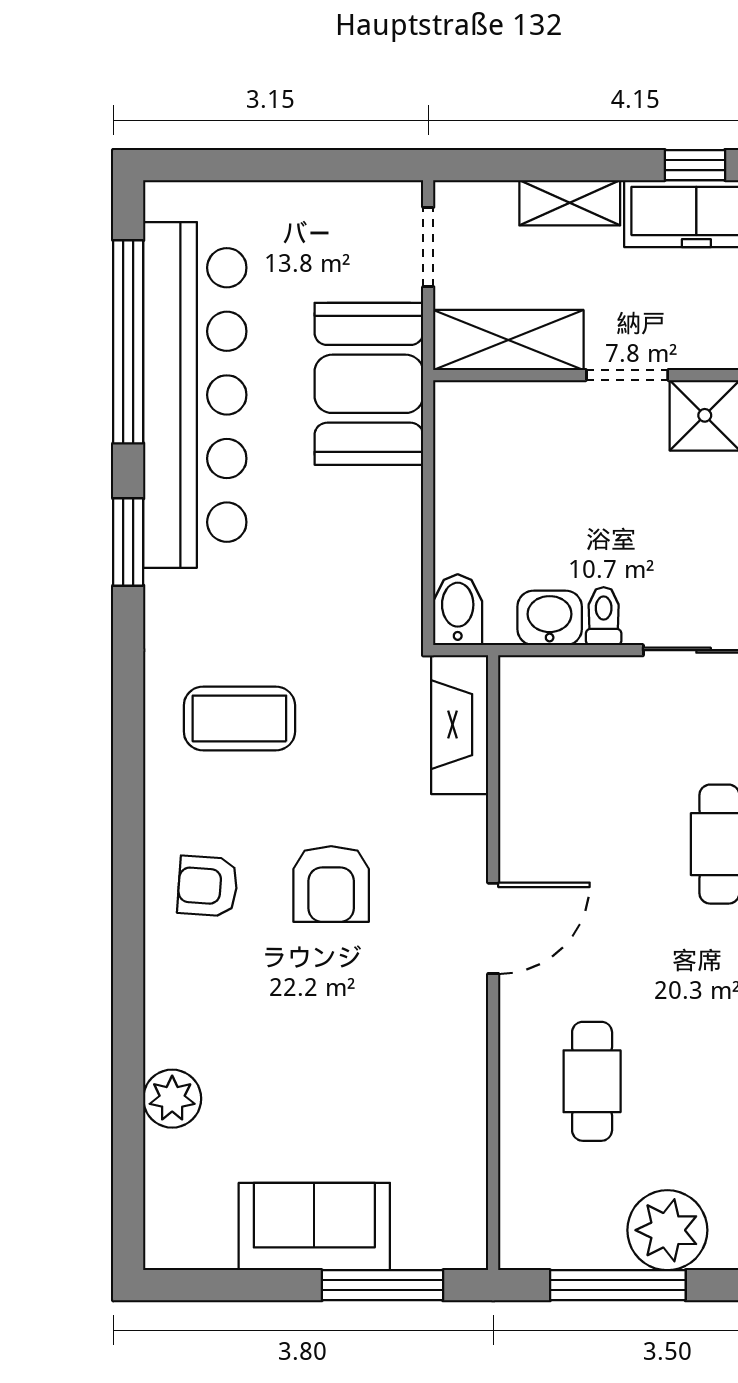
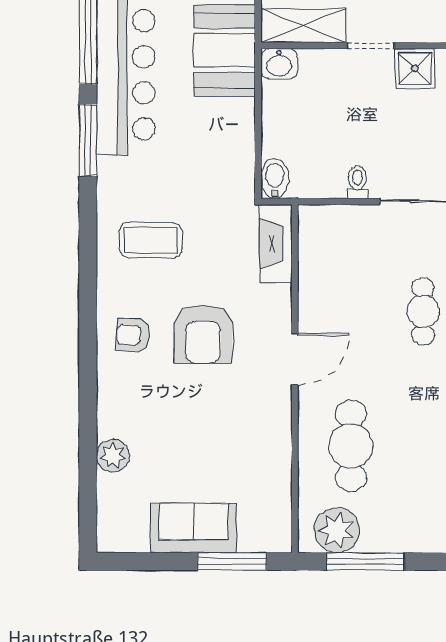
window: (128, 542) -> (88, 140), width x1.44
washbasin: (550, 618) -> (279, 64), moved, turned 180
armchair: (331, 884) -> (203, 334), width x1.36, depth x1.36
cafe table: (592, 1081) -> (351, 446), width x1.37, depth x1.35
plant: (667, 1230) -> (337, 530), moved

